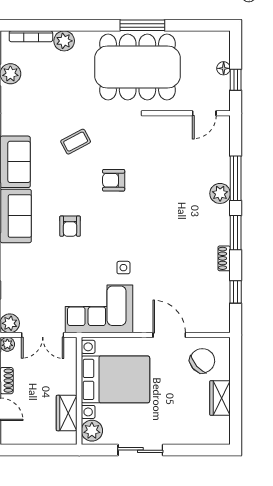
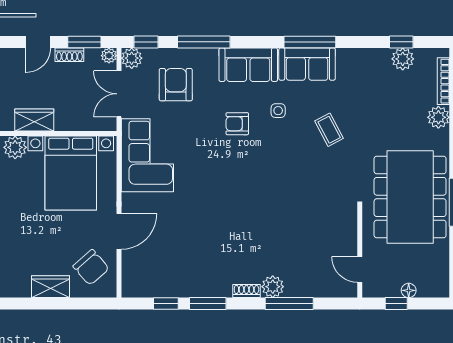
armchair: (114, 180) -> (176, 85), moved, width x1.38, depth x1.38
window: (236, 233) -> (208, 304), moved
shoe rack: (224, 258) -> (246, 291), moved
side table: (123, 268) -> (278, 111), moved

